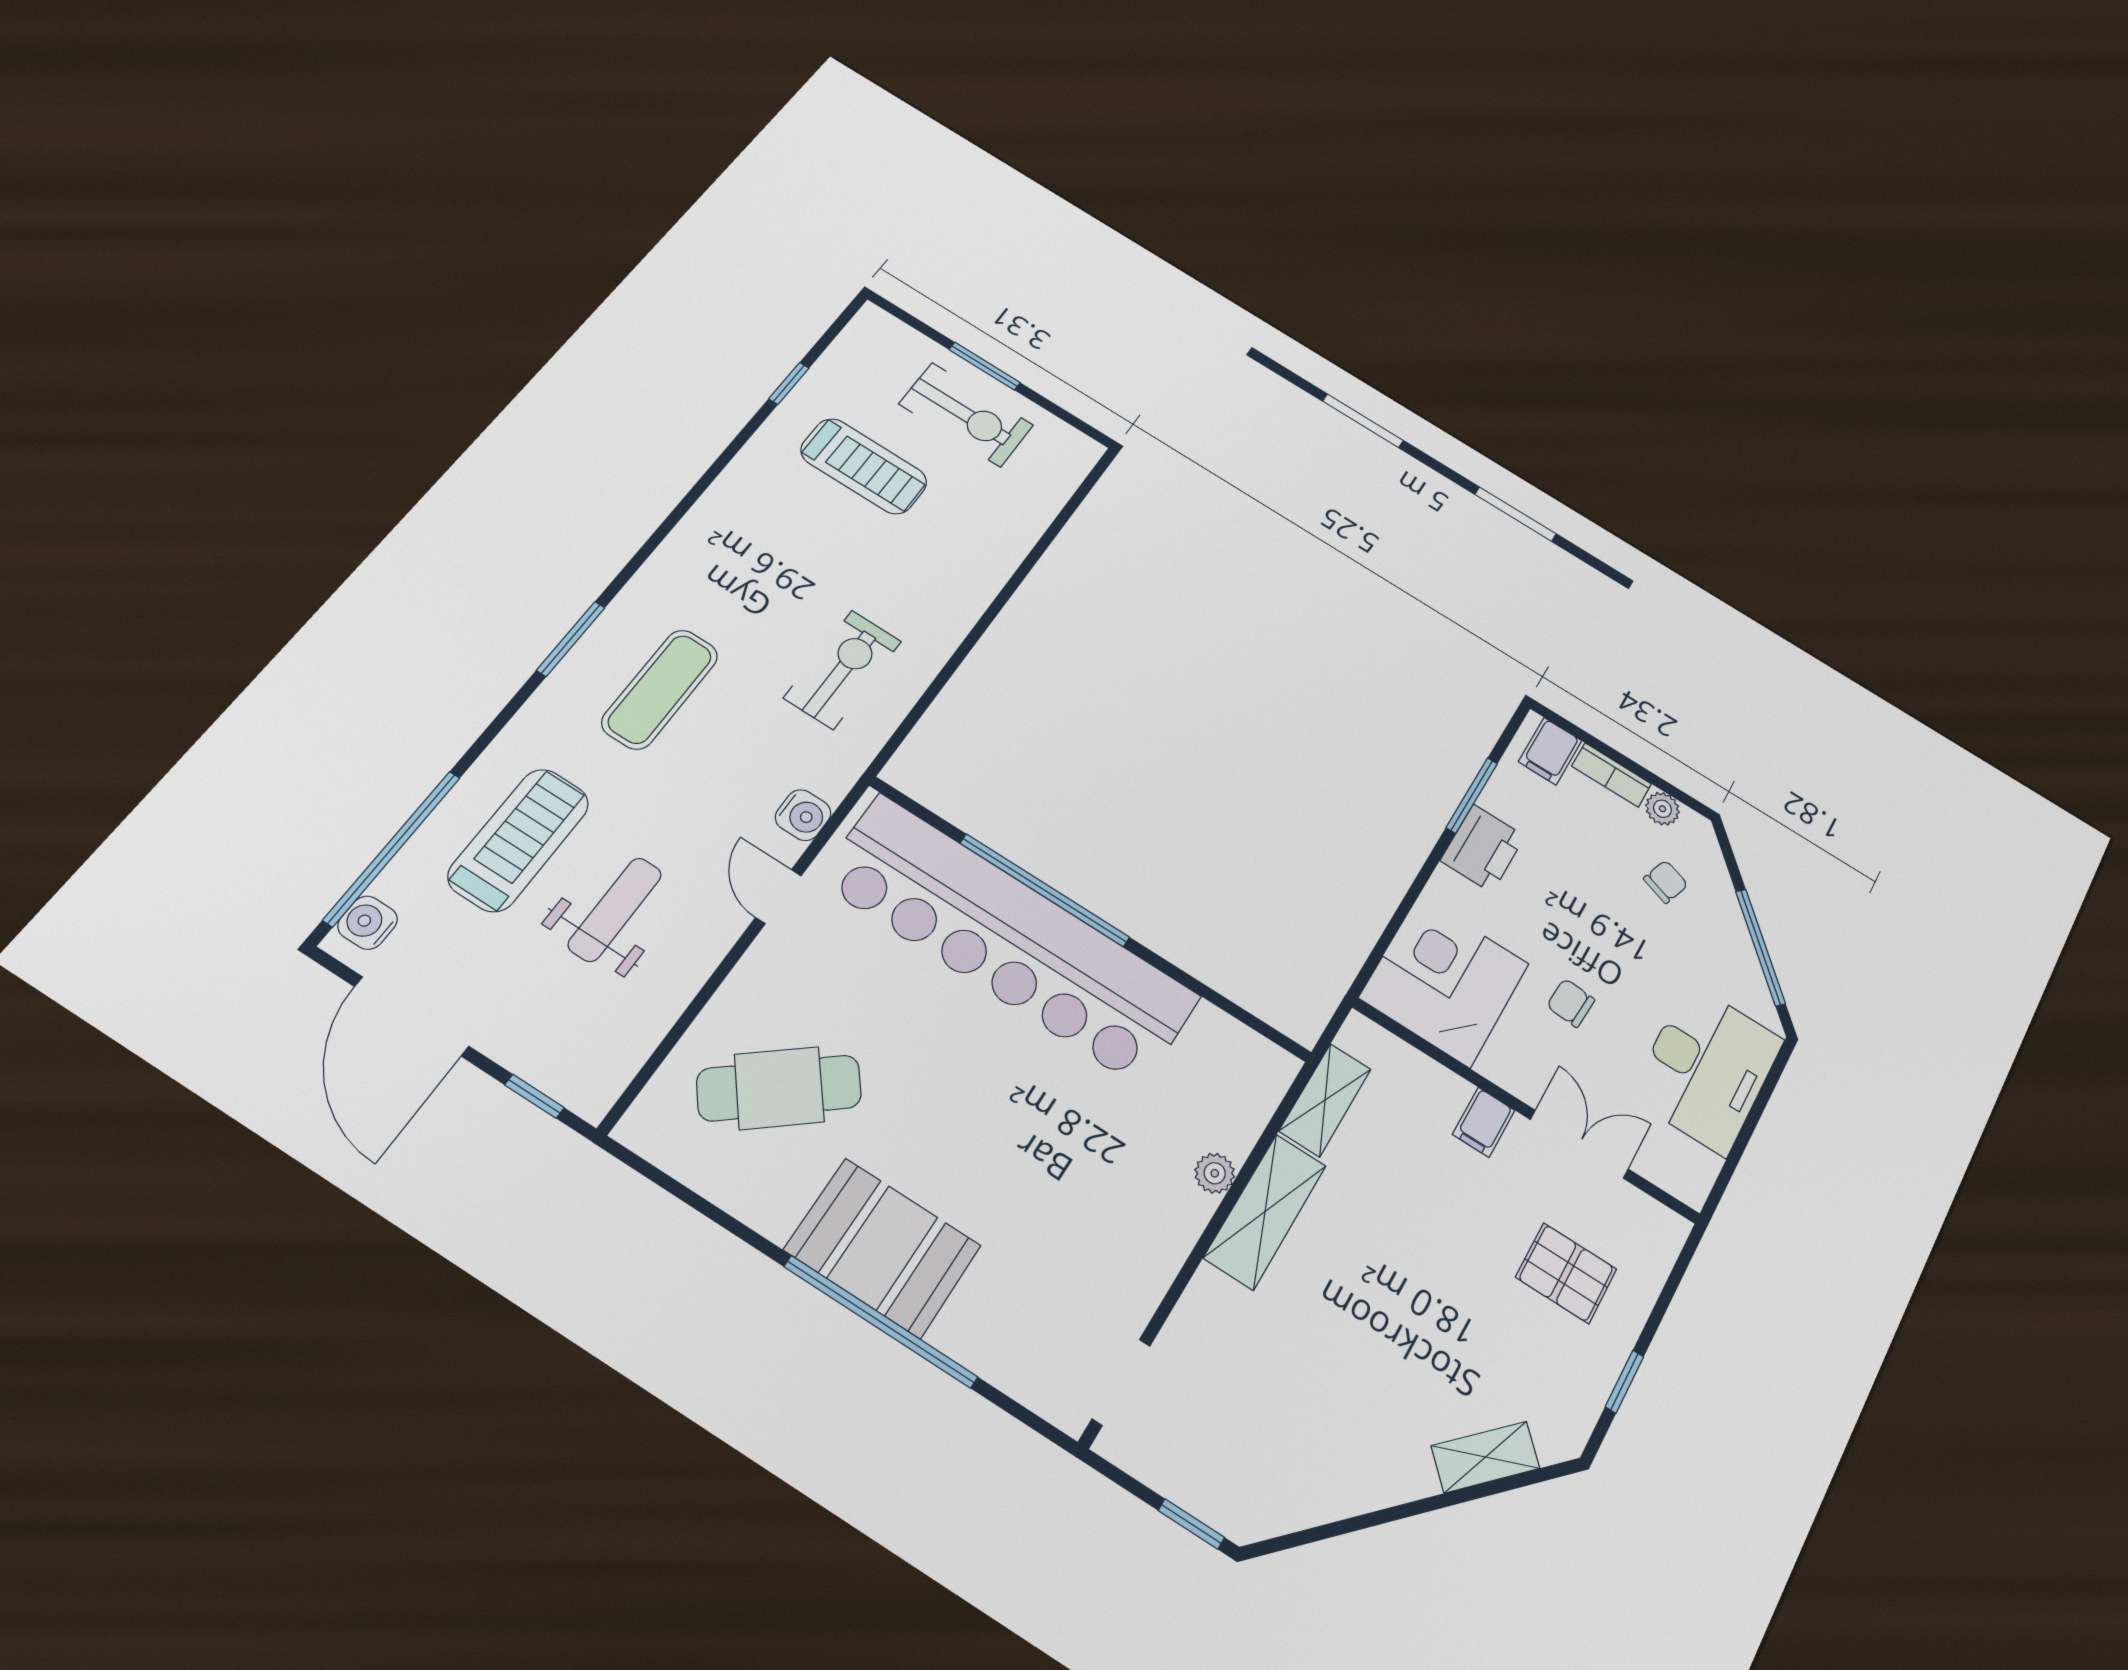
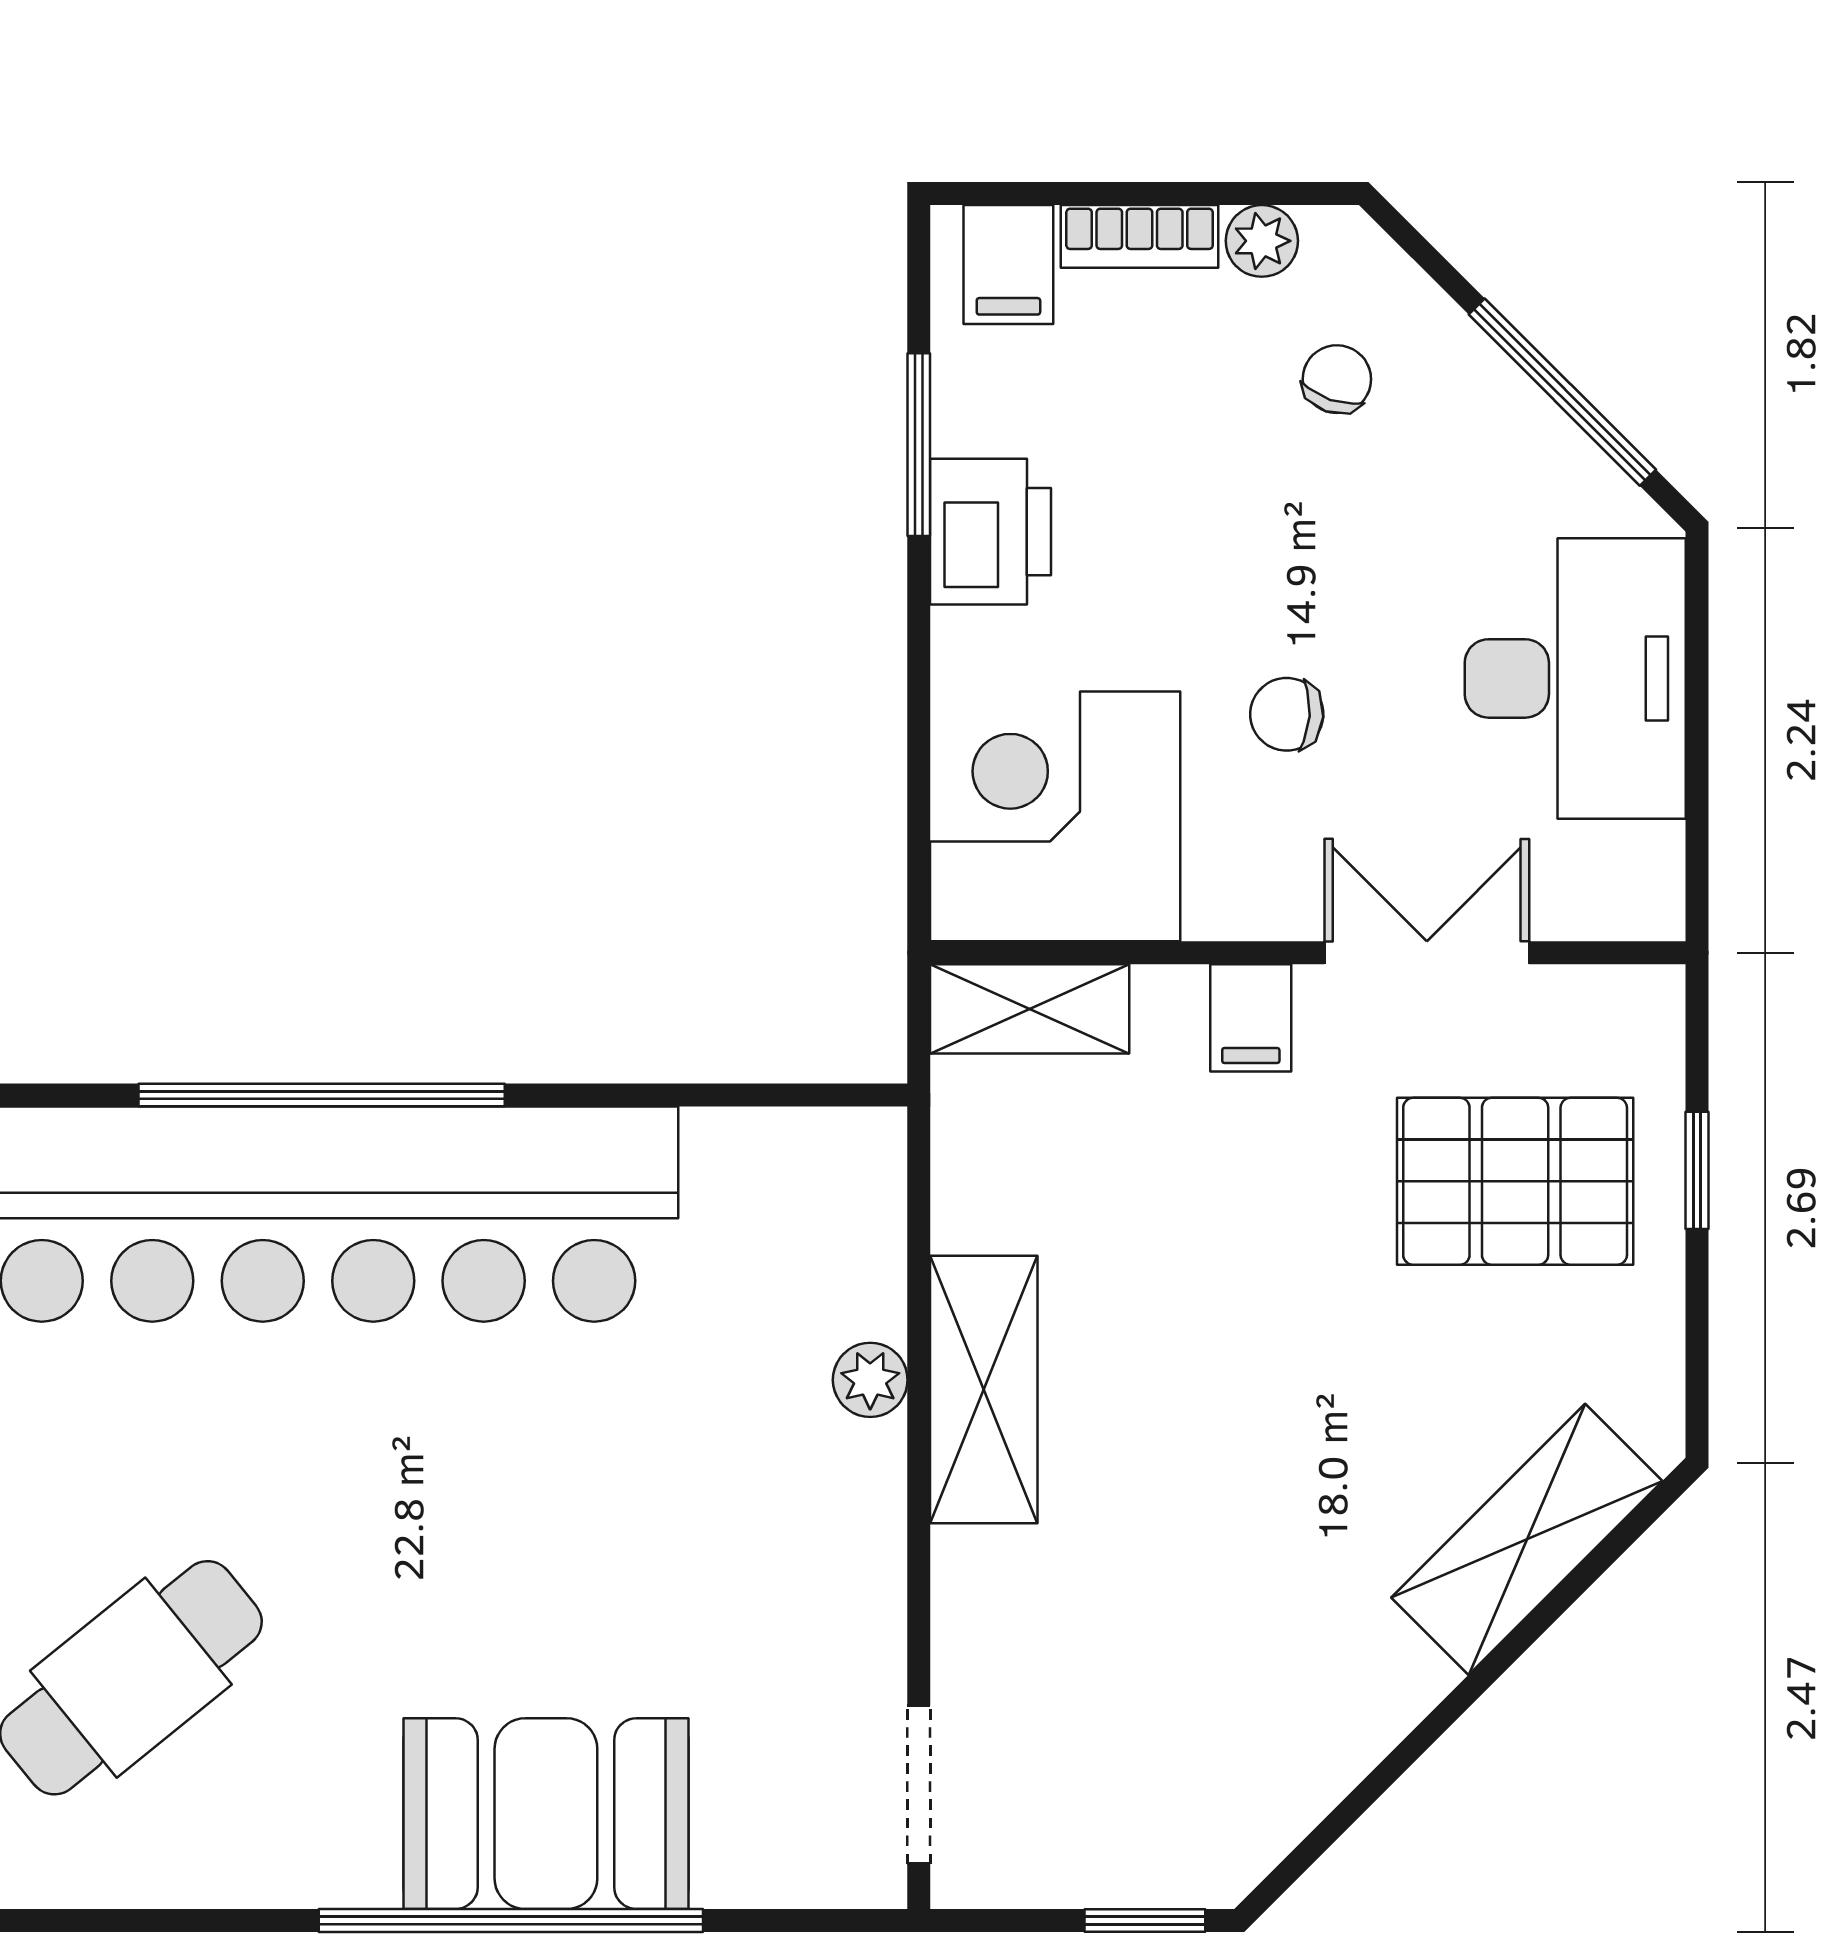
shelving: (1325, 1100) -> (1030, 1009), moved, turned 90
booth: (883, 1248) -> (546, 1814), moved
pallet: (1566, 1273) -> (1515, 1181), width x1.50, depth x1.42
window: (1624, 1382) -> (1697, 1170), moved
shelving: (1486, 1457) -> (1527, 1539), width x1.50, depth x1.33

